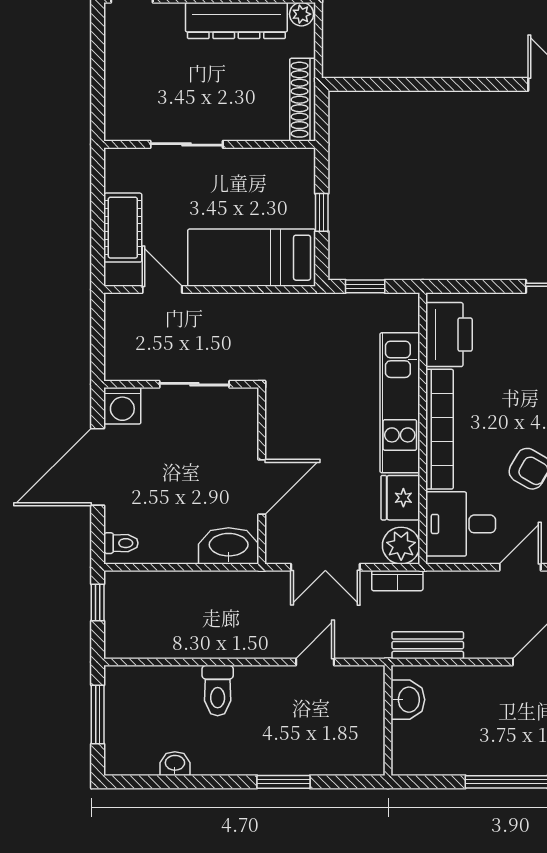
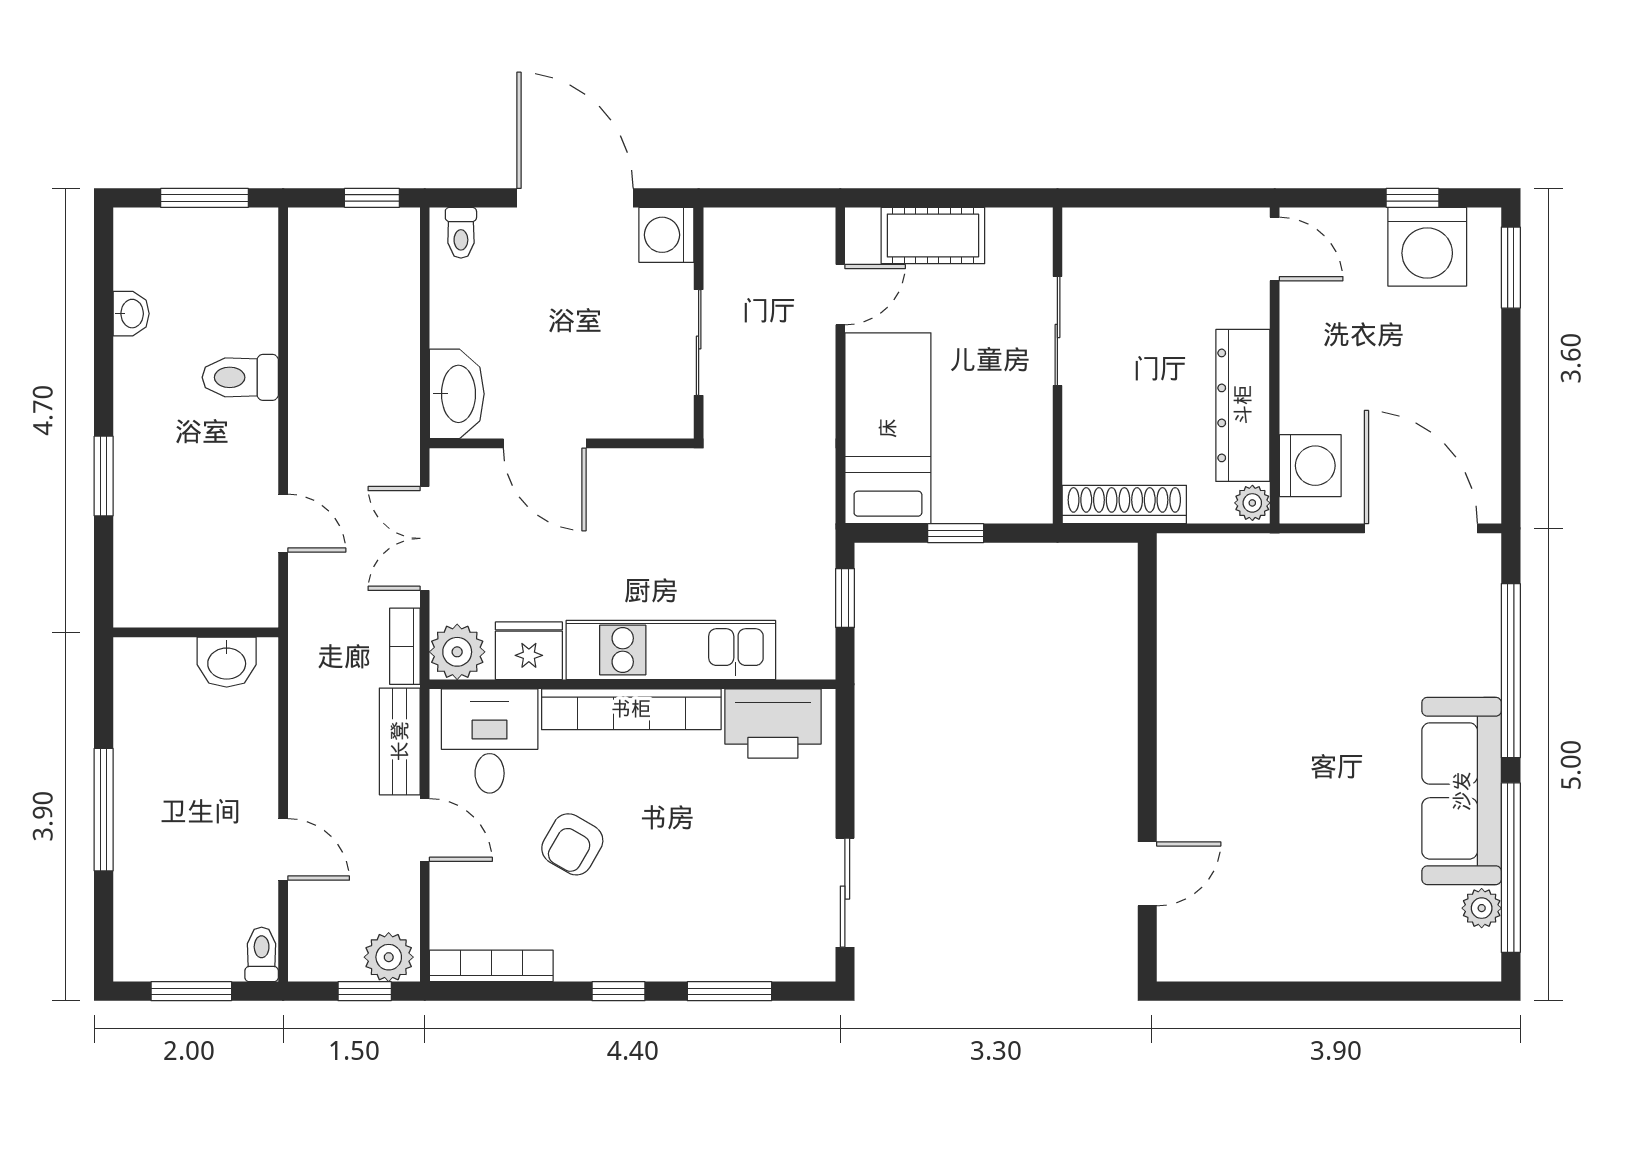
bench: (428, 645) -> (400, 741), moved

